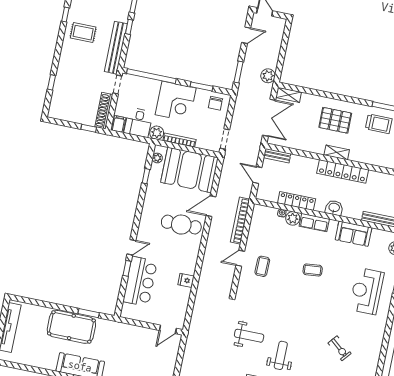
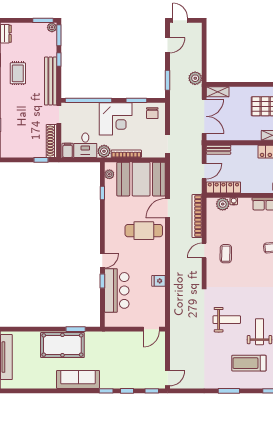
rug: (83, 33) -> (18, 73), turned 90
door: (257, 175) -> (204, 171), swing flipped
locker: (297, 201) -> (223, 187), moved
plant: (293, 218) -> (223, 204), moved

